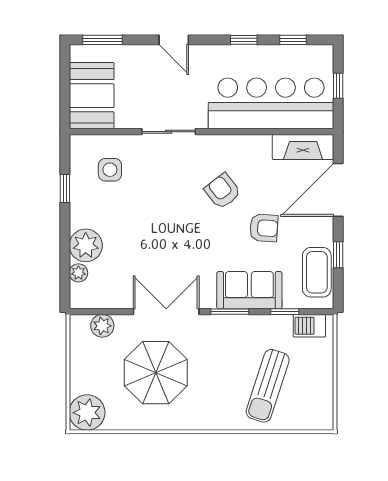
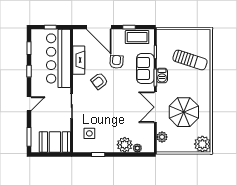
fireplace: (303, 147) -> (79, 60), moved
barbecue: (309, 326) -> (162, 76), moved

